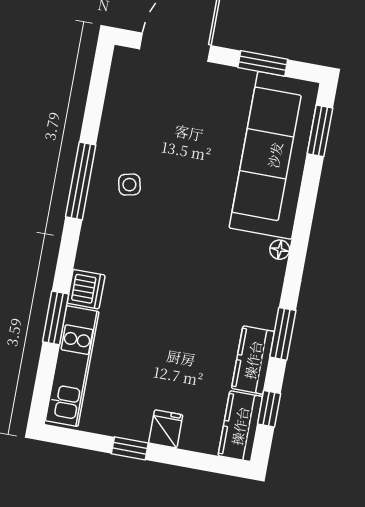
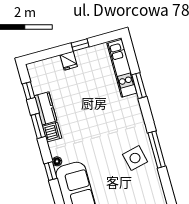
side table: (129, 185) -> (135, 158), width x1.87, depth x1.87
window: (301, 237) -> (51, 171), added
dishwasher: (86, 289) -> (52, 132), moved, turned 180
kitchen counter: (240, 426) -> (37, 77), removed

